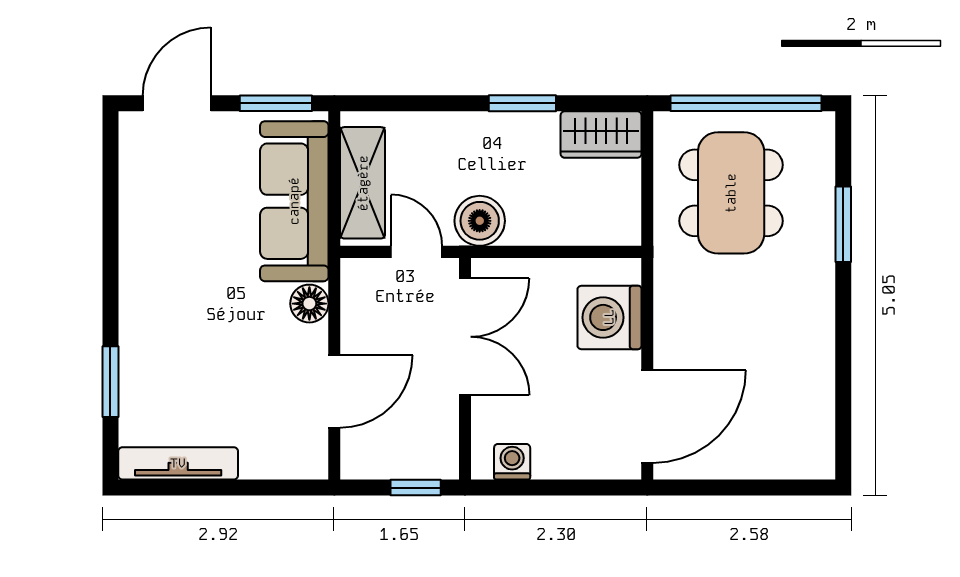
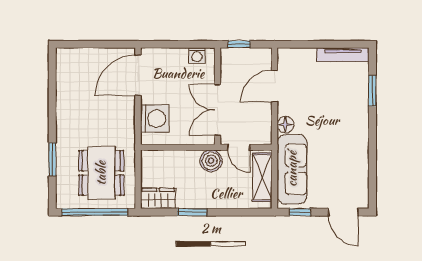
door: (177, 103) -> (343, 212), hinge flipped
window: (276, 103) -> (300, 212), width x0.67

